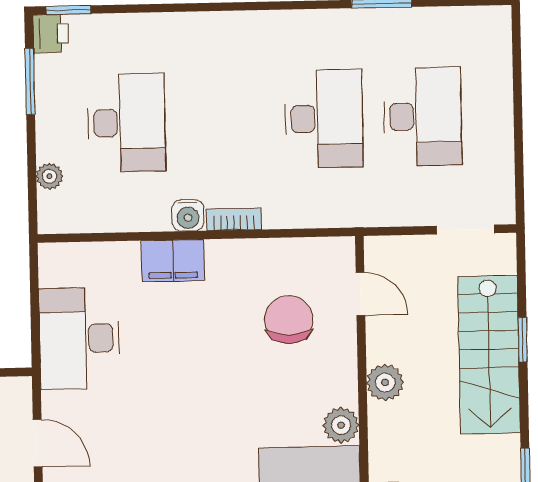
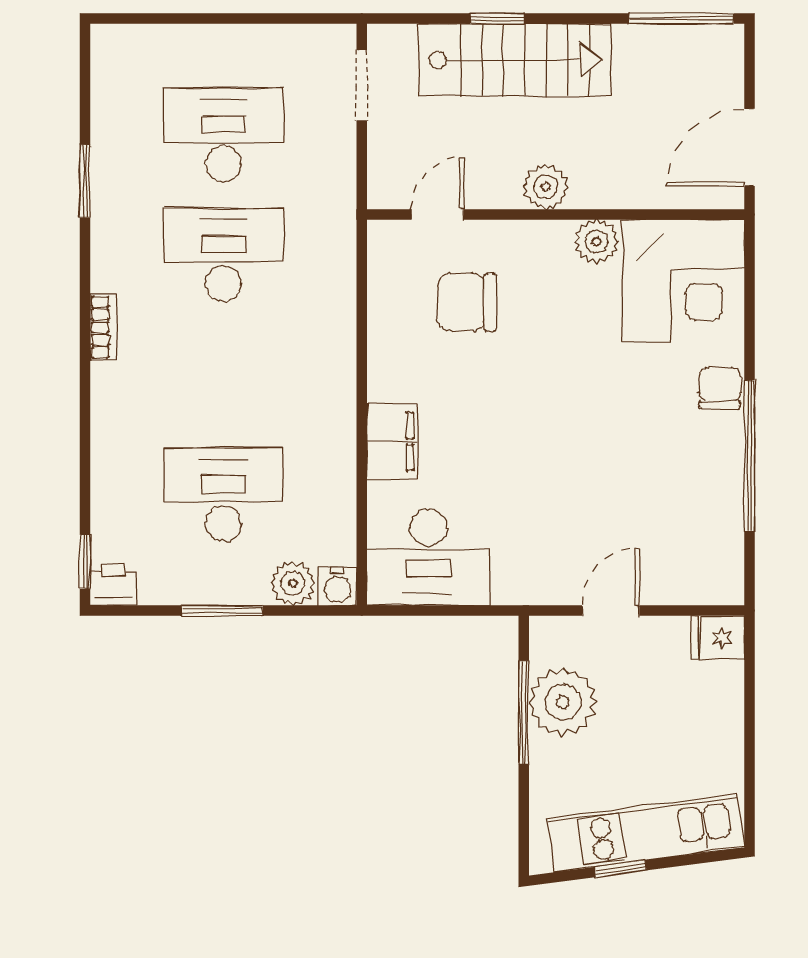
window: (30, 81) -> (222, 611), moved
plant: (49, 176) -> (293, 583), width x1.38, depth x1.38
water cooler: (188, 215) -> (338, 586), moved, turned 90
bookcase: (234, 219) -> (103, 327), moved, turned 180
desk: (79, 338) -> (428, 557), moved

